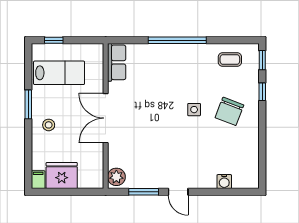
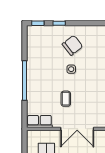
coffee table: (230, 60) -> (66, 99), moved
chair: (229, 111) -> (72, 45), turned -59

